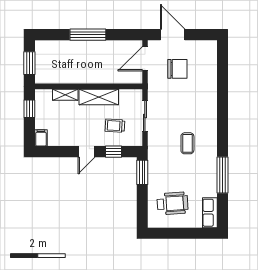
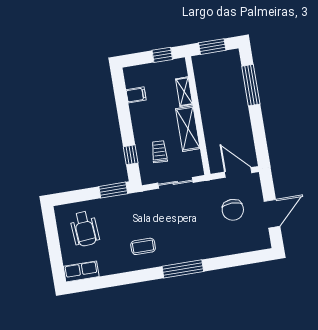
window: (88, 35) -> (251, 85), moved
door: (173, 35) -> (272, 214), moved
filing cabinet: (41, 138) -> (136, 95), moved
coffee table: (187, 143) -> (143, 246), moved
door: (87, 152) -> (126, 125), removed
window: (223, 175) -> (183, 269), moved

